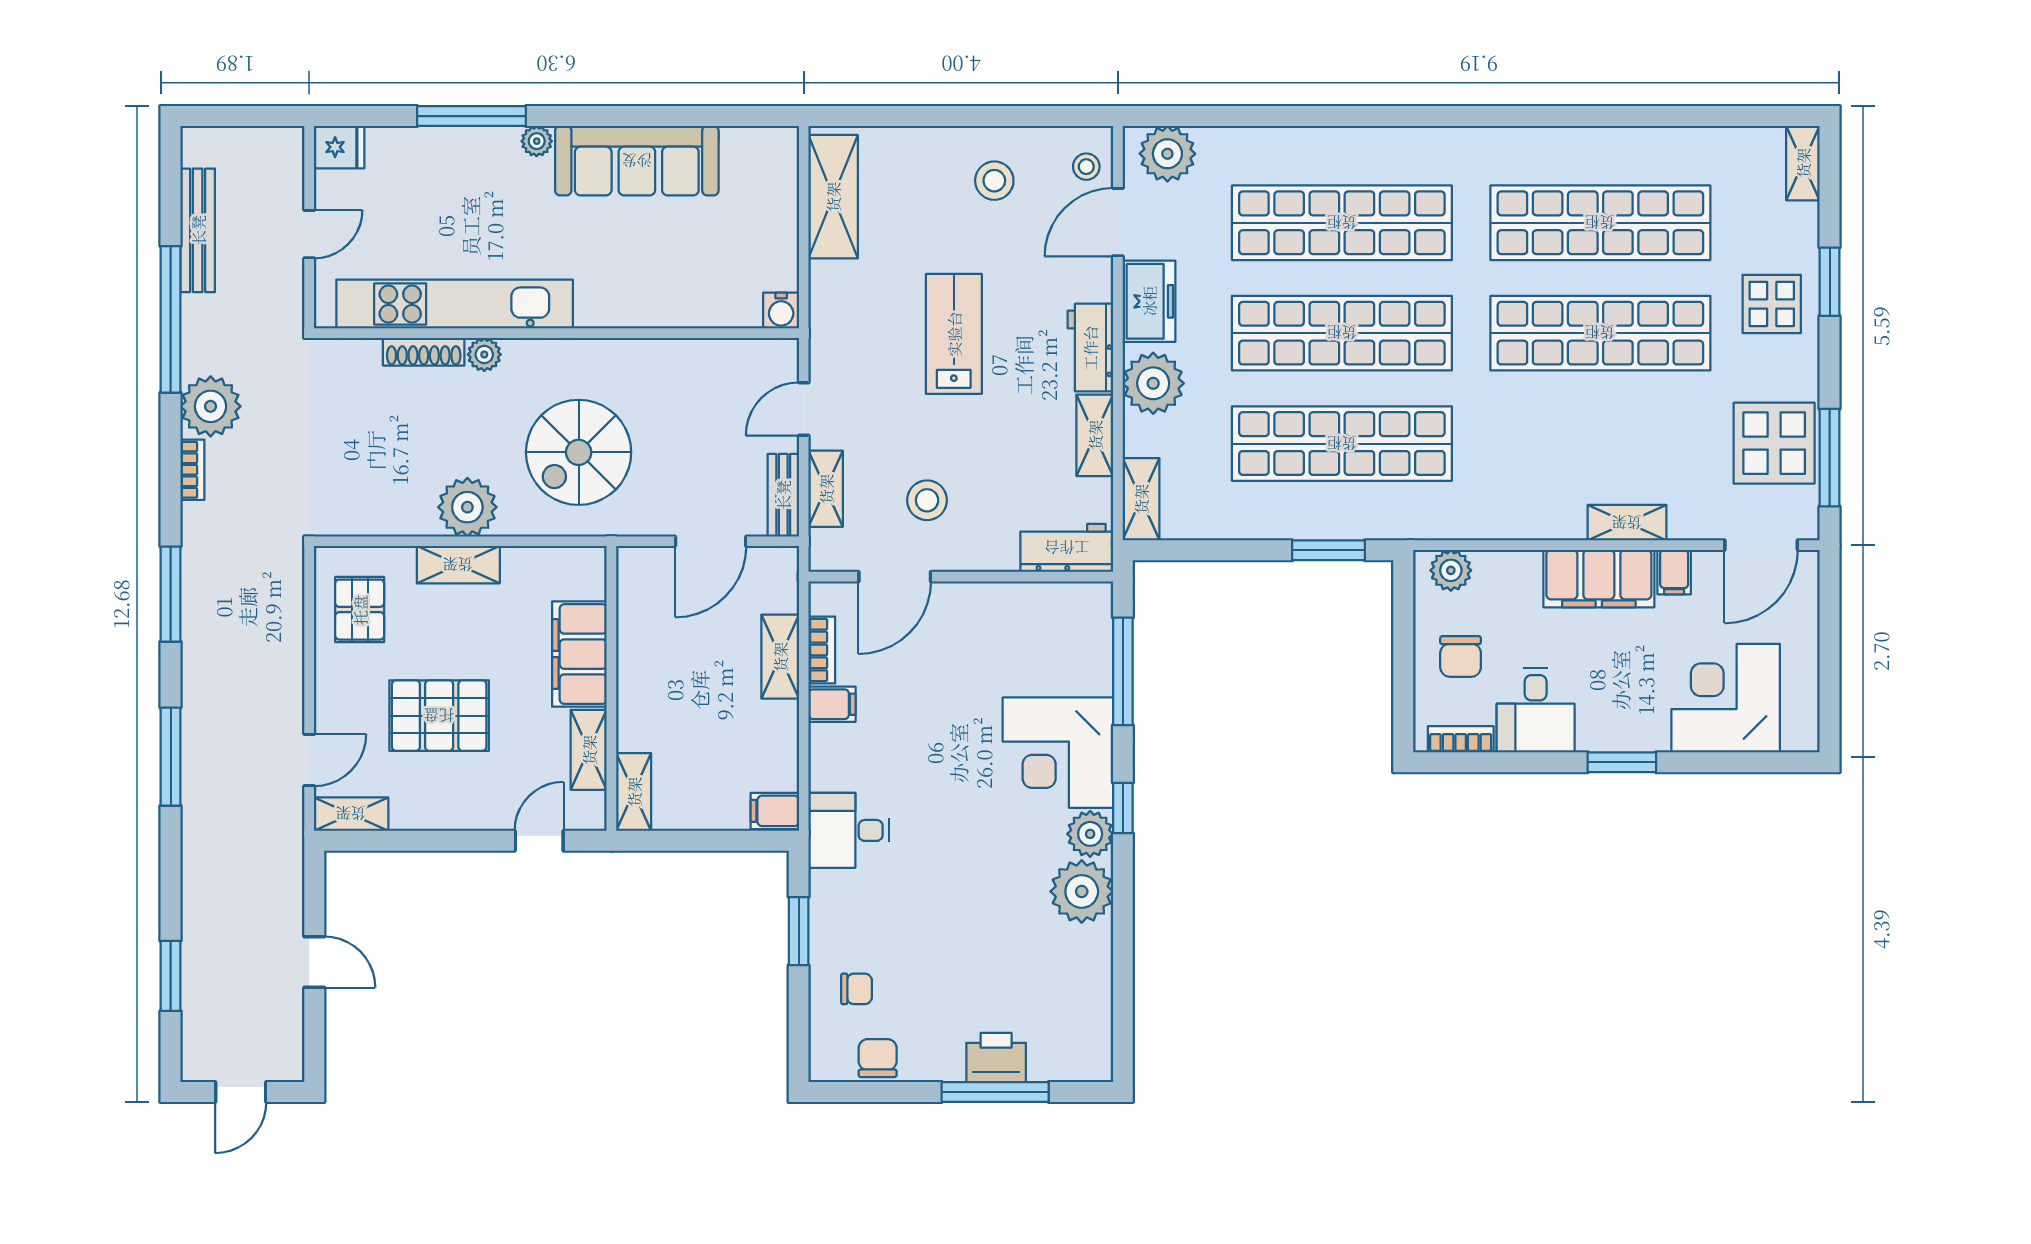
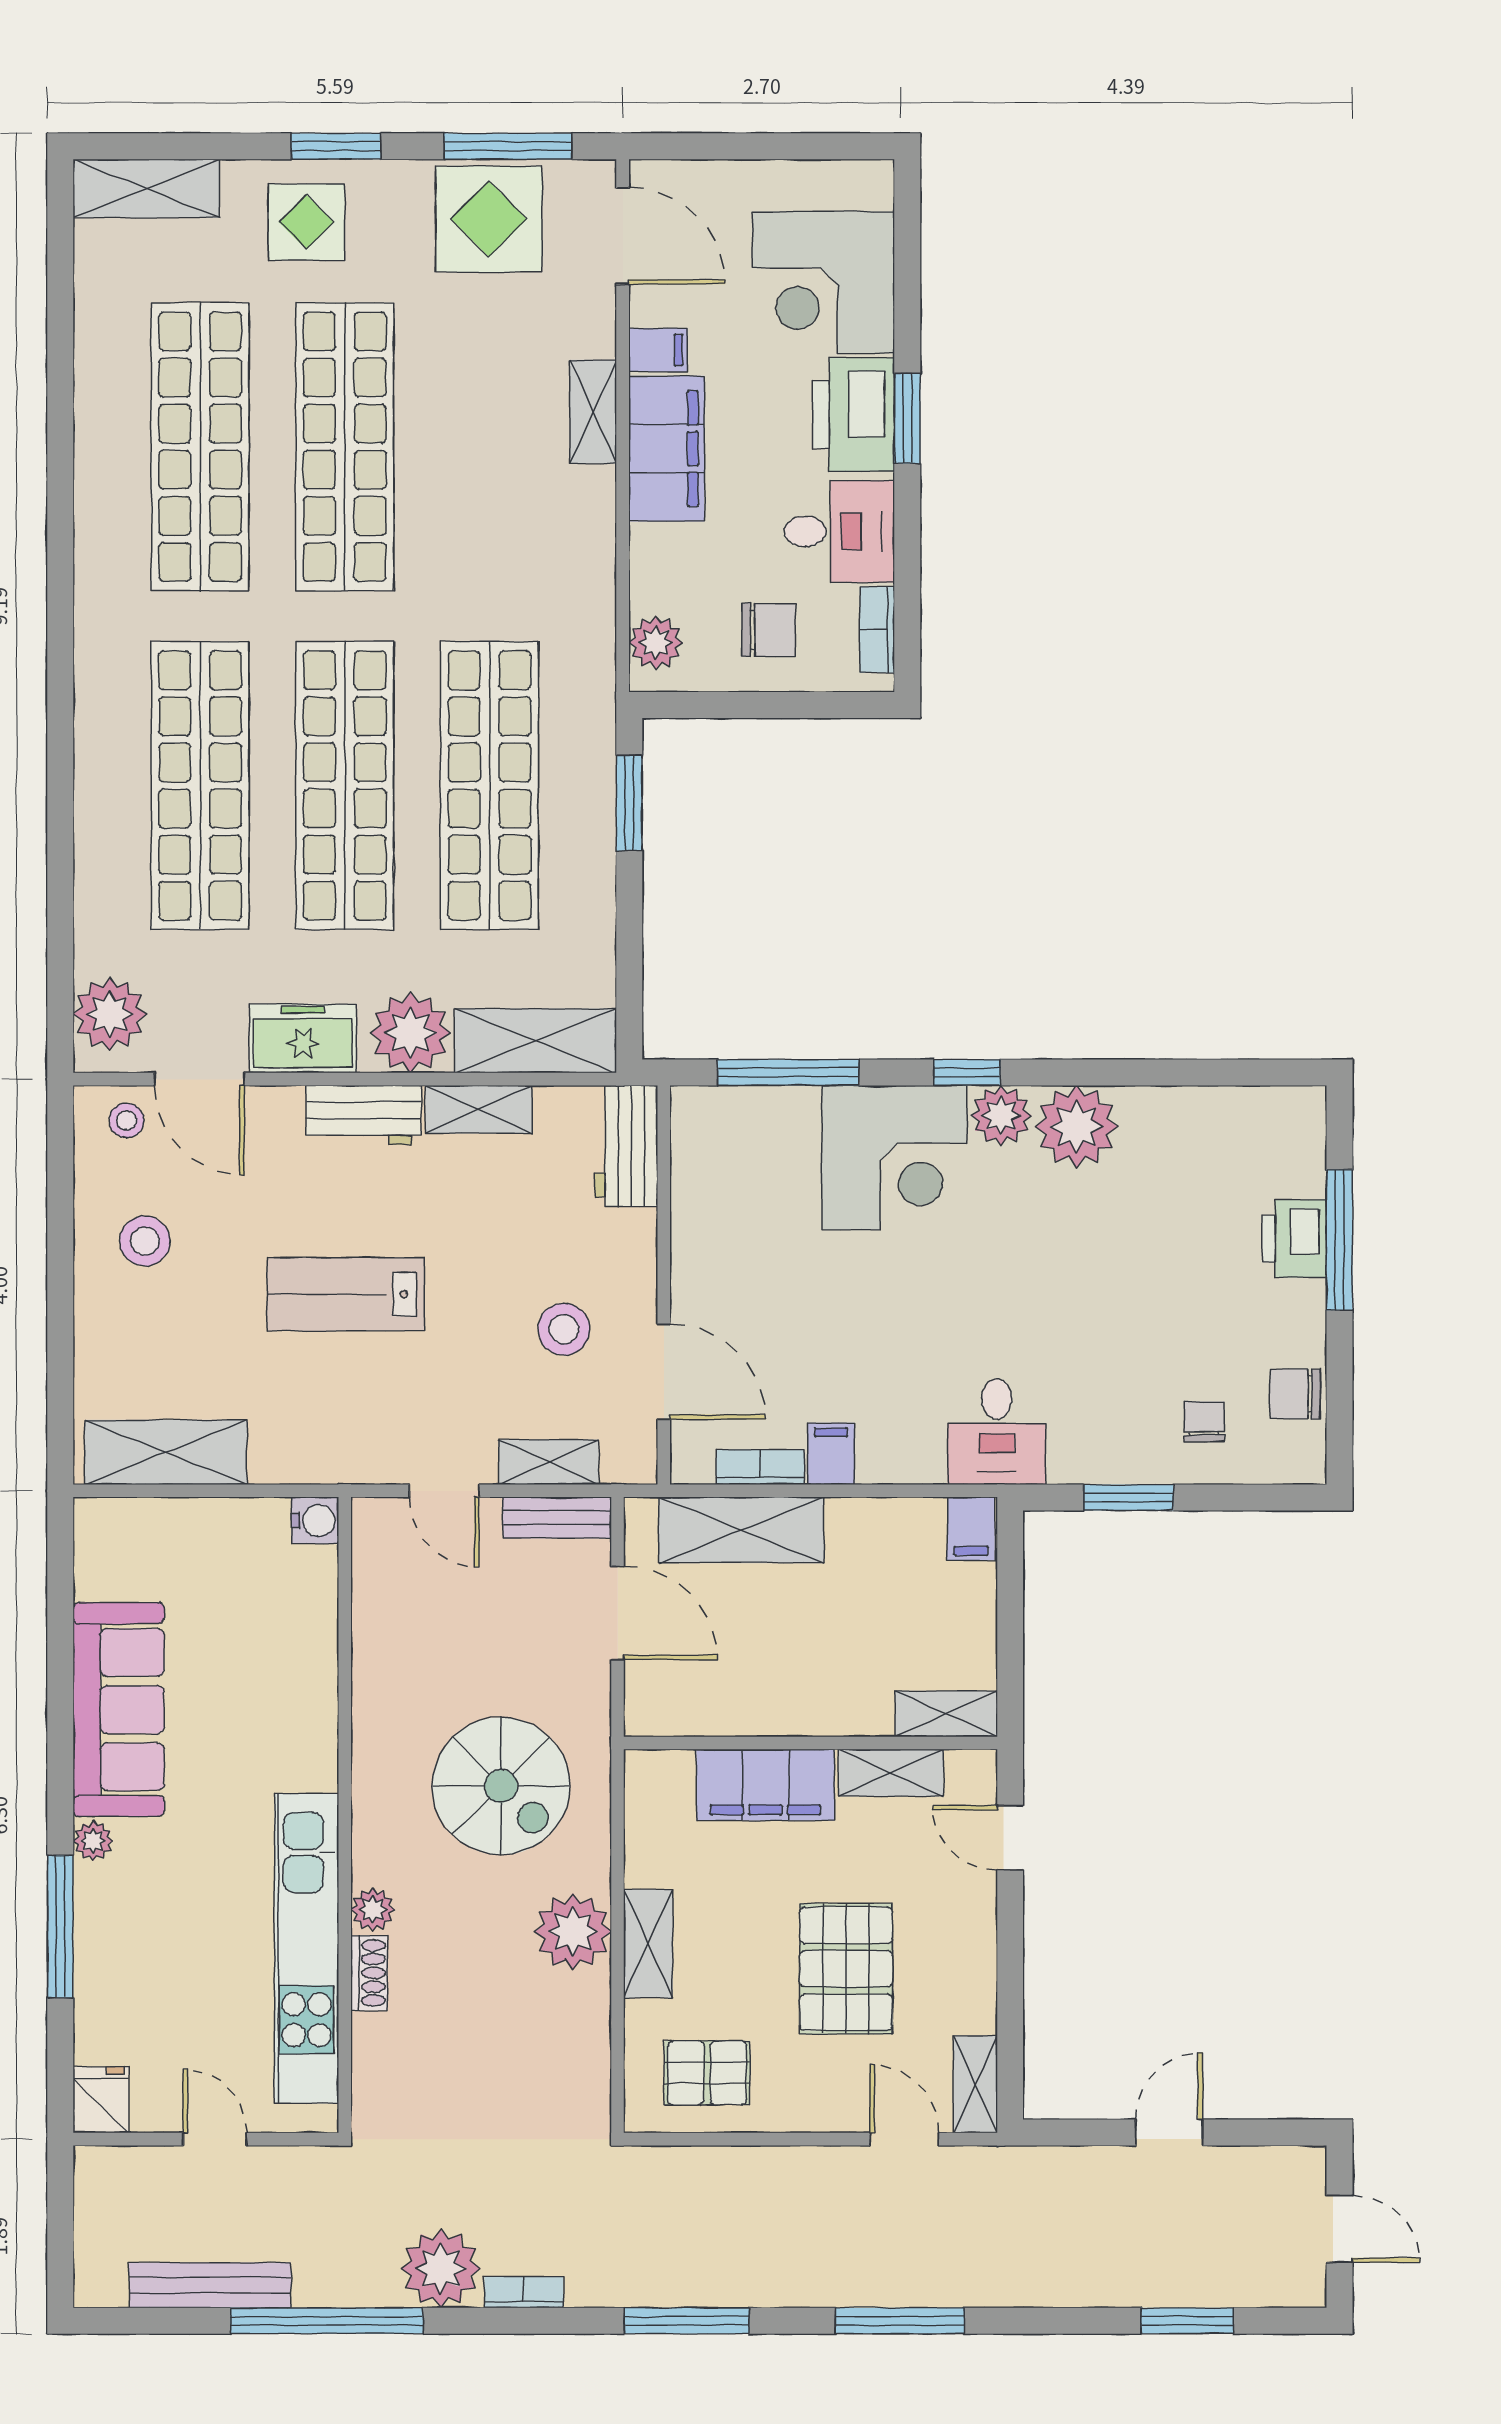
shelving: (1803, 163) -> (146, 188), width x1.50, depth x1.33
window: (1830, 282) -> (336, 146), moved
shoe rack: (424, 352) -> (369, 1973), width x0.70
shelving: (1141, 499) -> (535, 1041), width x1.50, depth x1.33
shelving: (780, 657) -> (741, 1530), width x1.50, depth x1.33
printer: (1625, 721) -> (854, 414), added

